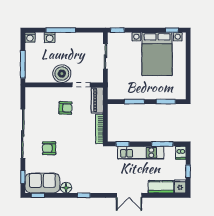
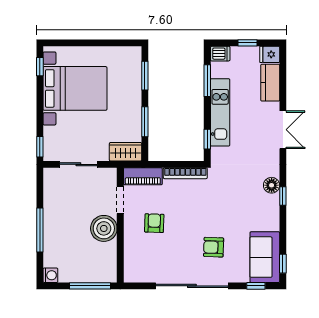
washing machine: (50, 38) -> (51, 246), removed
wardrobe: (114, 88) -> (126, 152), added
armchair: (49, 148) -> (214, 247), turned 92
floor lamp: (66, 188) -> (272, 185), moved

